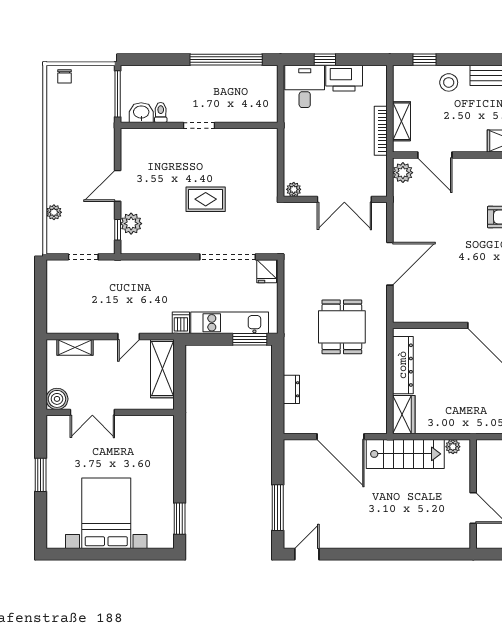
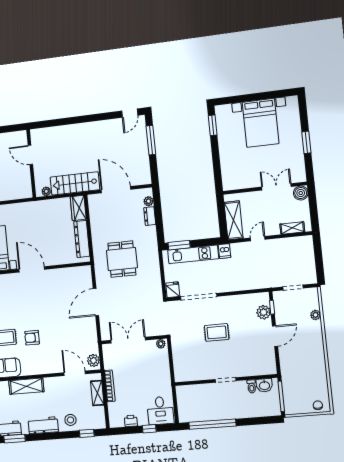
printer: (344, 78) -> (131, 421), width x0.53, depth x0.68
plant: (291, 413) -> (148, 201), added

